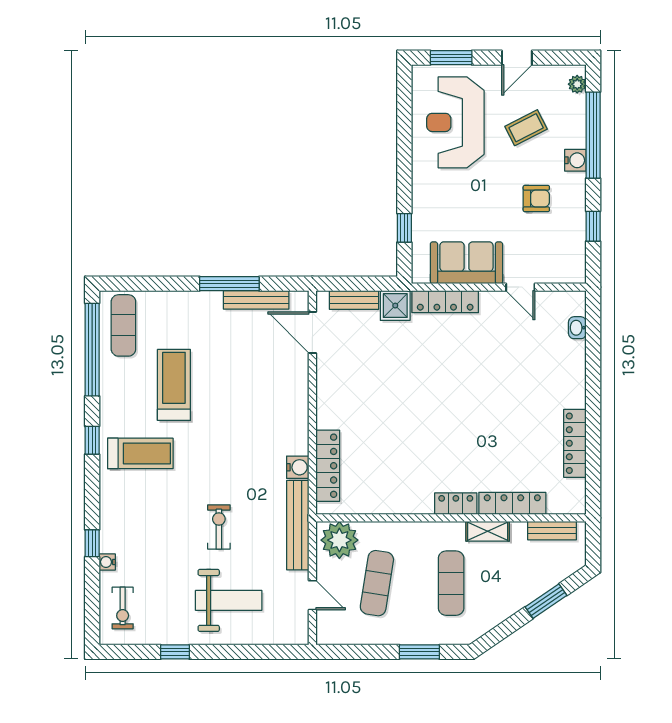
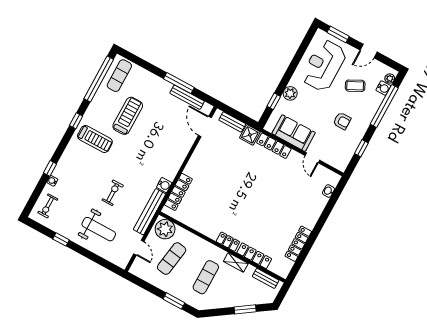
water cooler: (575, 160) -> (383, 88), moved
plant: (425, 200) -> (290, 93), added

